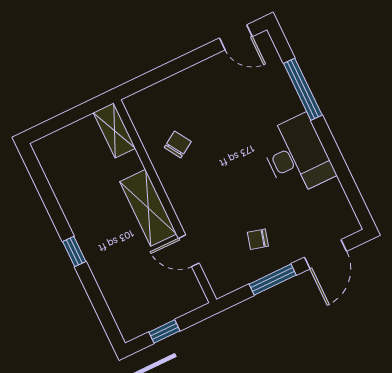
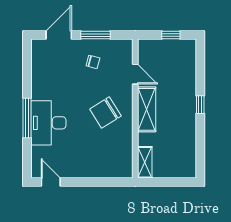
window: (303, 89) -> (27, 118), moved
chair: (178, 145) -> (105, 112), moved, width x1.87, depth x1.87
desk: (297, 155) -> (48, 123), moved

